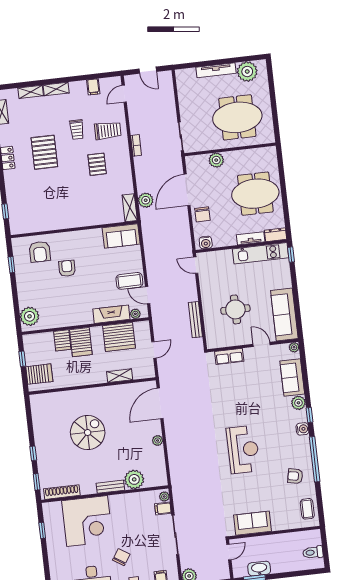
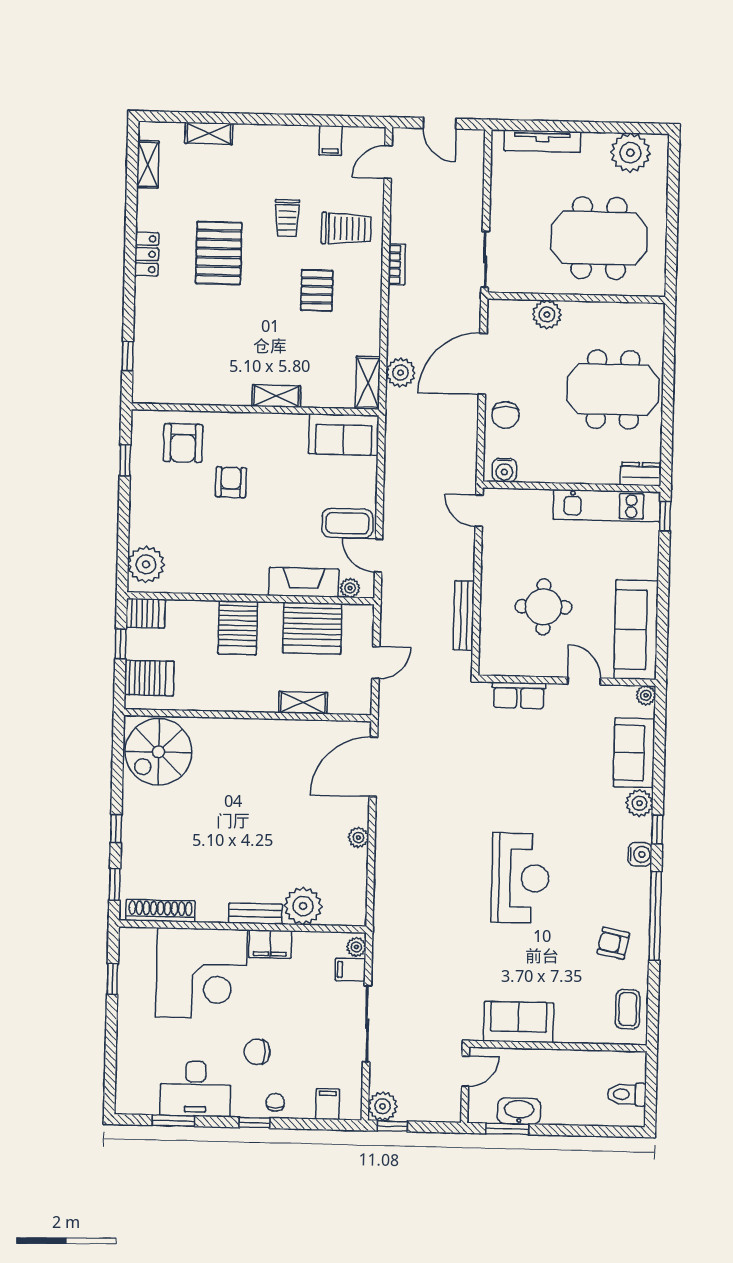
tv unit: (216, 70) -> (542, 141), moved
shelving: (56, 89) -> (276, 396), moved
tv unit: (251, 238) -> (592, 474), removed
server rack: (62, 340) -> (146, 613), moved, turned -90
spiral stairs: (88, 433) -> (158, 752), moved, turned 180
filing cabinet: (120, 501) -> (270, 944), added
chair: (121, 557) -> (257, 1052), turned -124

